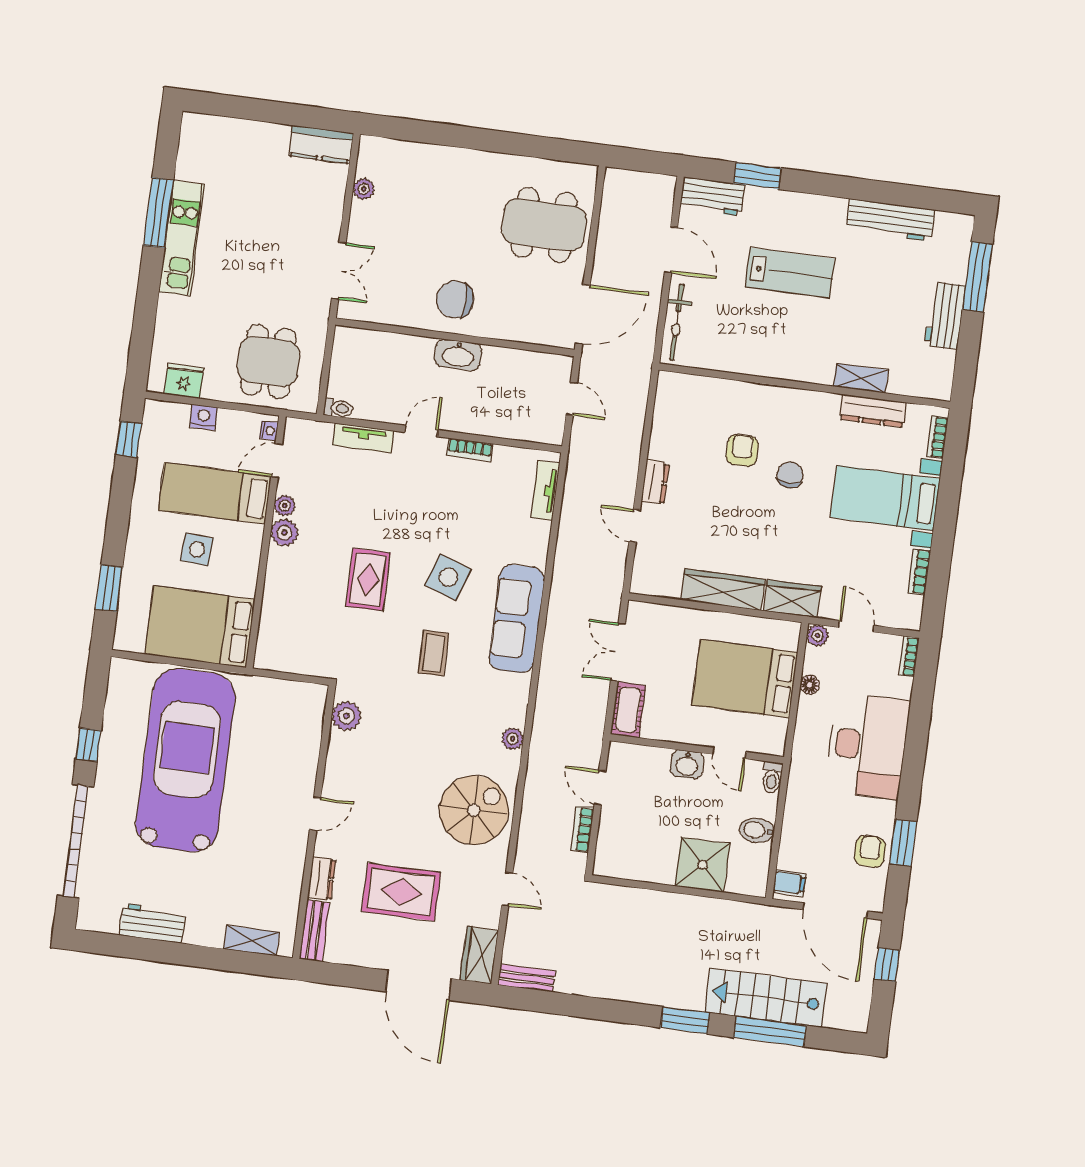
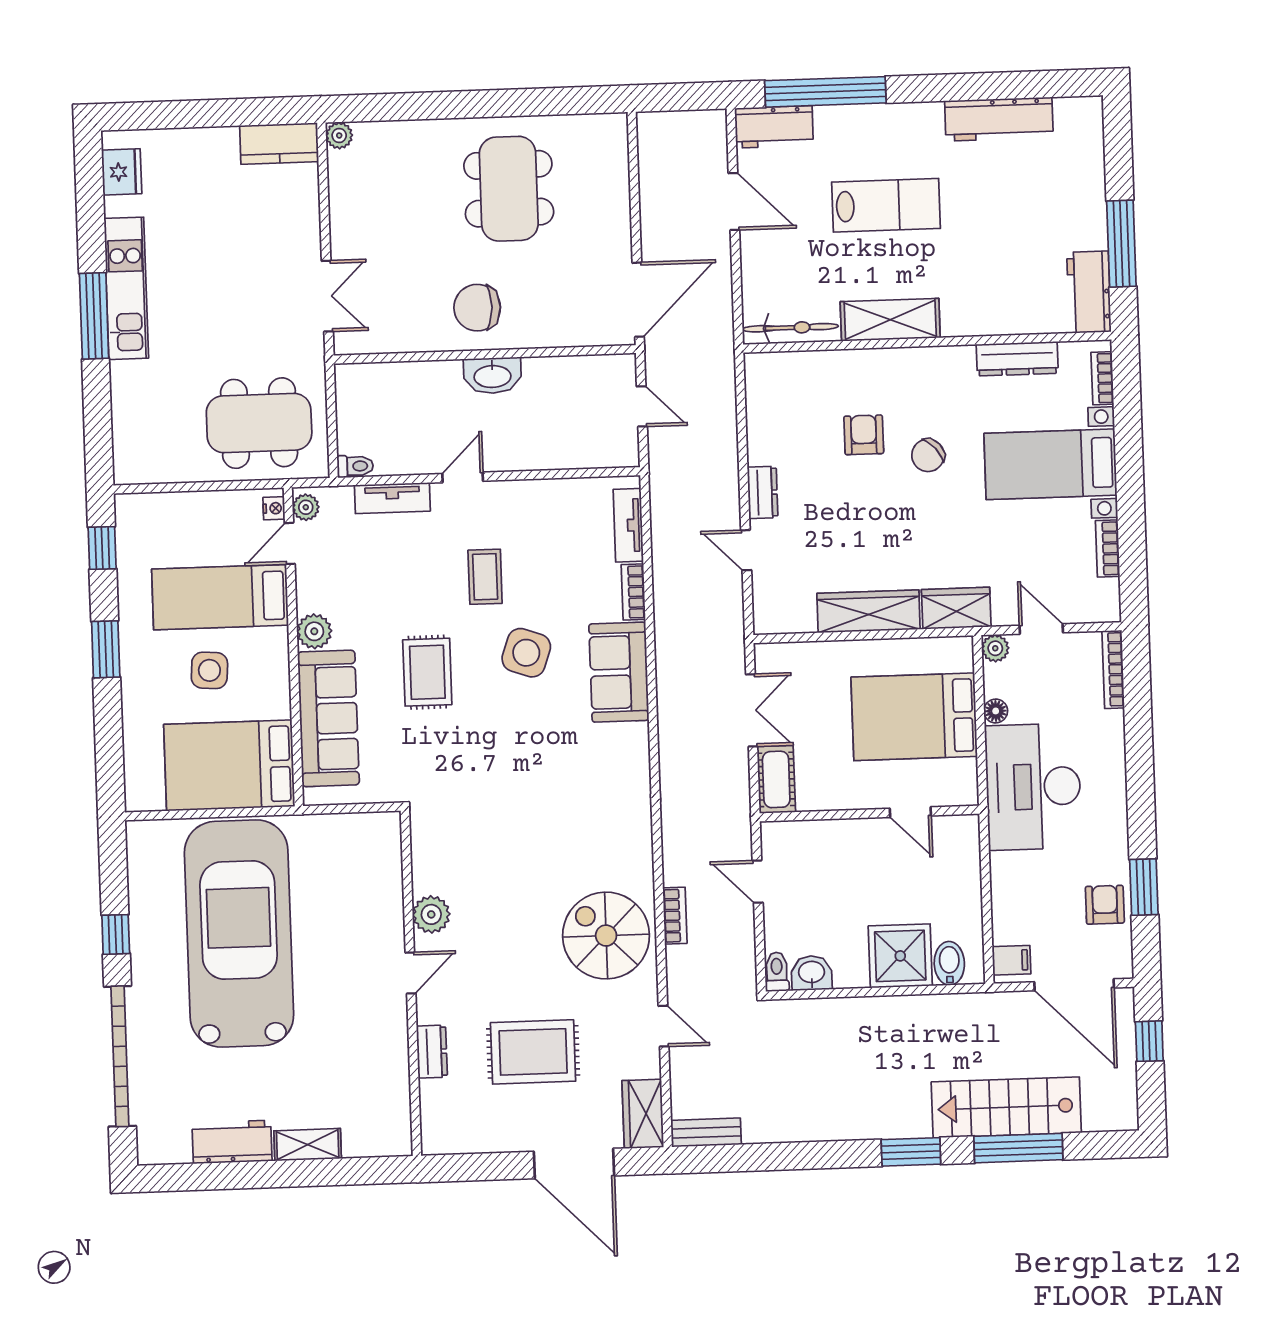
window: (757, 176) -> (825, 92), width x2.11
plant: (364, 189) -> (339, 135), moved
window: (158, 213) -> (94, 316), moved
dining table: (544, 225) -> (509, 189), moved, turned 90
window: (978, 277) -> (1121, 244), moved
workbench: (945, 315) -> (1089, 292), moved
bicycle: (677, 322) -> (790, 328), moved, turned -90
dining table: (268, 362) -> (259, 423), width x1.38
shelving: (861, 378) -> (890, 320), moved, width x1.50, depth x1.33
fridge: (184, 381) -> (122, 172), moved, turned 90
nightstand: (203, 417) -> (190, 505), removed
bookcase: (470, 450) -> (633, 592), moved, turned 90
chair: (790, 475) -> (928, 455), turned -131
plant: (285, 506) -> (306, 507), moved
window: (109, 588) -> (106, 649), moved
sofa: (284, 603) -> (328, 718), added
sofa: (517, 619) -> (619, 672), width x0.73
double door: (618, 652) -> (752, 710), swing flipped
coffee table: (433, 653) -> (485, 577), moved
bookcase: (909, 657) -> (1113, 669), width x1.56
plant: (346, 716) -> (431, 914), moved
plant: (513, 739) -> (639, 839), removed
desk: (868, 746) -> (1033, 787), moved, turned 180
washbasin: (687, 764) -> (812, 973), moved, turned 180
toilet: (772, 778) -> (777, 972), moved, turned 180
spiral stairs: (474, 810) -> (606, 936), turned -90
bookcase: (582, 829) -> (675, 916), moved, turned 180
bidet: (757, 830) -> (949, 963), moved, turned 90
bench: (314, 931) -> (434, 1118), removed
shelving: (252, 941) -> (308, 1145), moved

